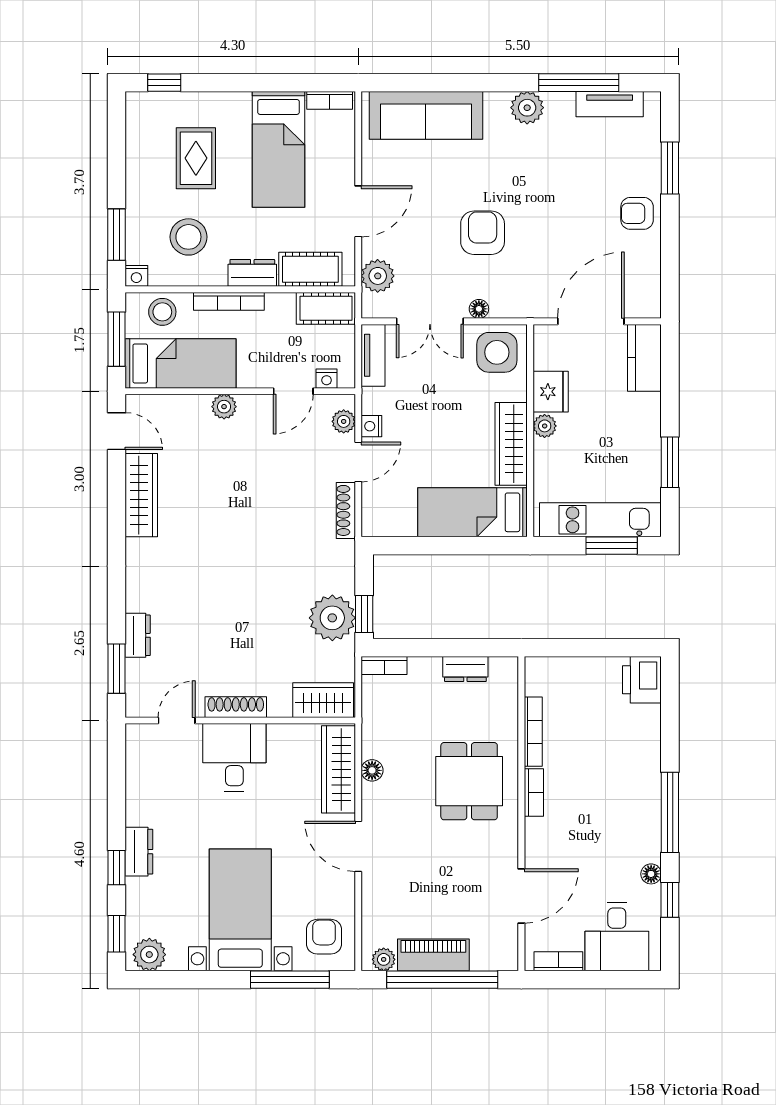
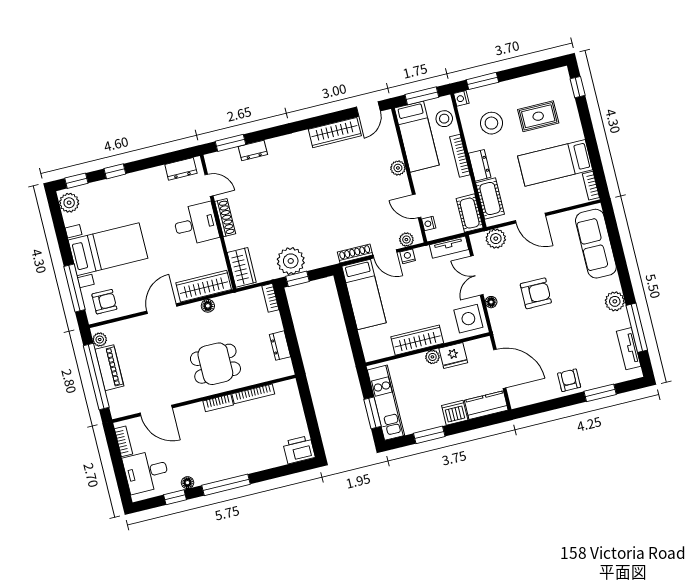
dishwasher: (644, 412) -> (455, 413), added
bed: (472, 512) -> (364, 294), moved, turned 180
dresser: (139, 852) -> (181, 169), moved

